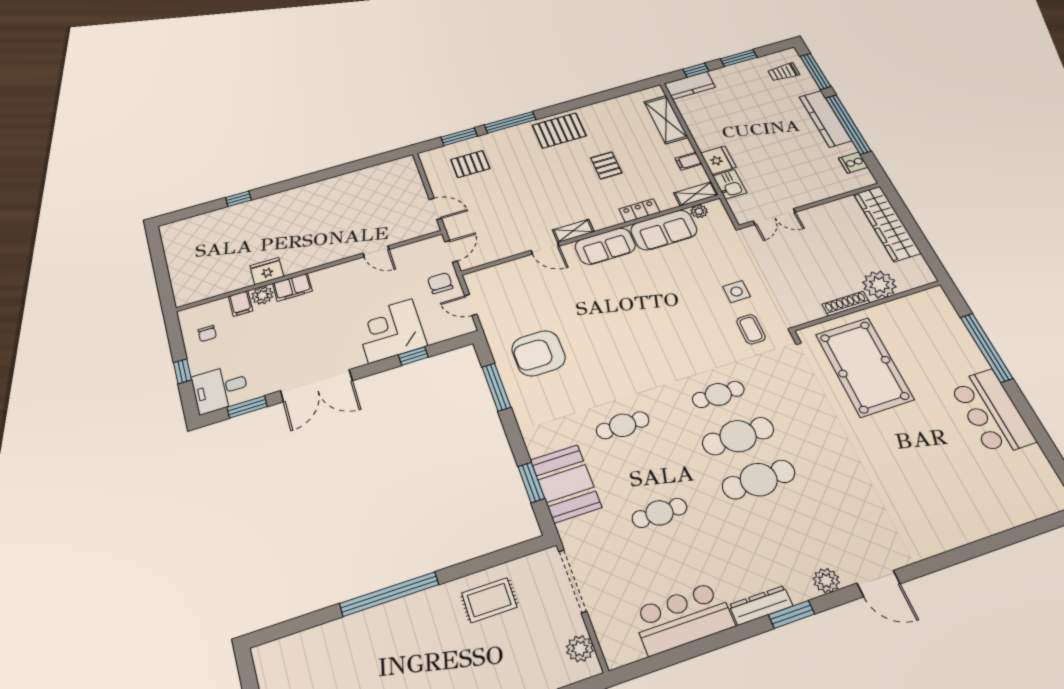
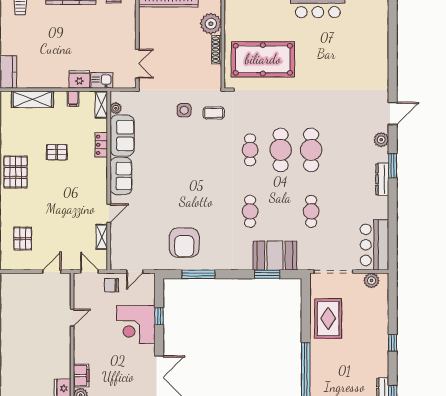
shelving: (573, 231) -> (102, 237), moved
rug: (489, 600) -> (328, 319), width x1.36, depth x1.43
bar counter: (683, 618) -> (374, 245), moved

